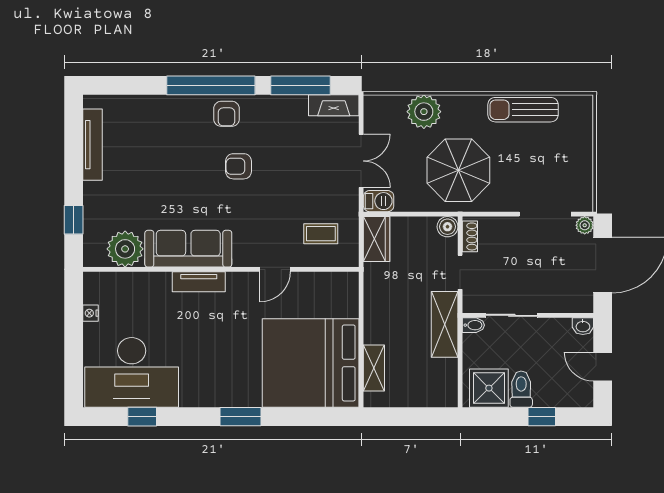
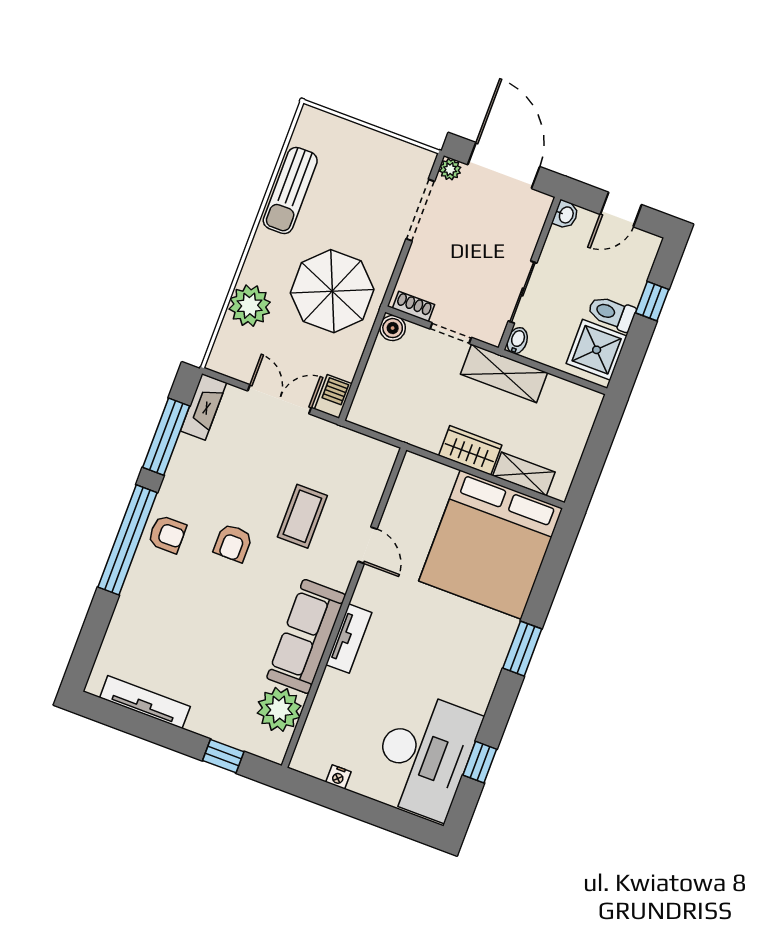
coffee table: (321, 234) -> (302, 516), moved, width x1.36, depth x1.30
wardrobe: (377, 239) -> (470, 450), moved

